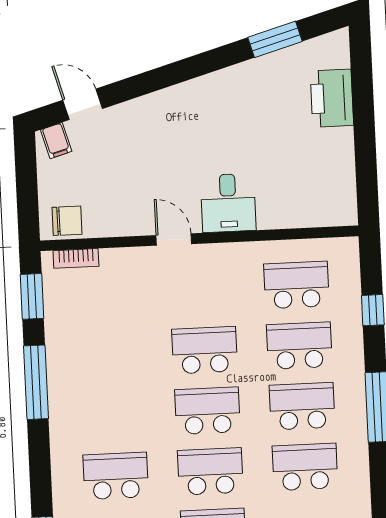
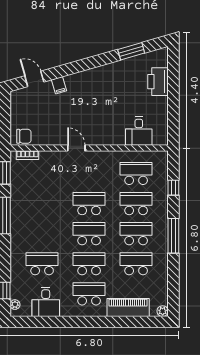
filing cabinet: (56, 141) -> (59, 85), moved
desk: (228, 203) -> (139, 131), moved

